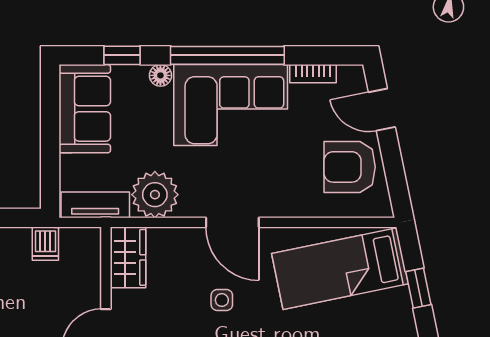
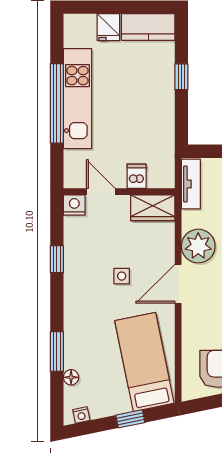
plant: (155, 195) -> (198, 246), moved
dishwasher: (45, 244) -> (137, 176), moved, turned 90

